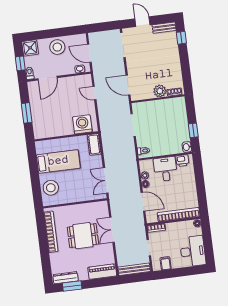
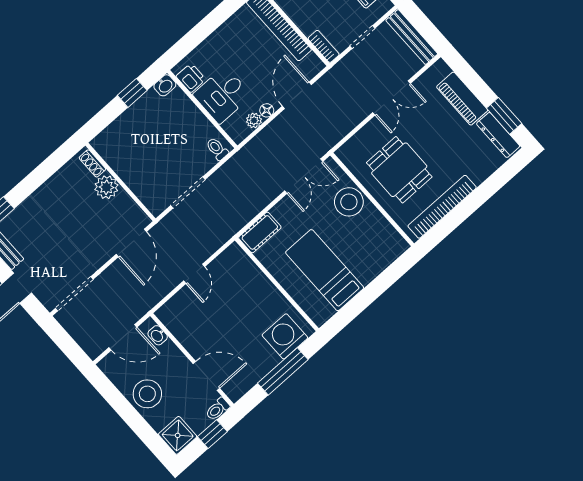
door: (89, 53) -> (123, 337), hinge flipped
door: (94, 93) -> (194, 274), moved
window: (27, 113) -> (283, 371), width x1.44
washing machine: (82, 124) -> (285, 336), moved, turned 90
stool: (51, 188) -> (349, 202), moved
double door: (112, 230) -> (391, 98), moved
dining table: (83, 236) -> (399, 170), moved
piano: (102, 272) -> (462, 99), moved

